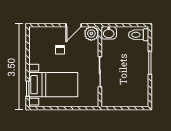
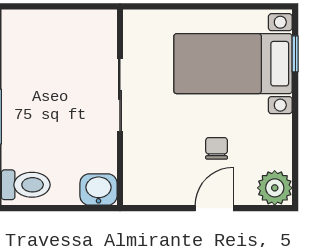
door: (74, 25) -> (214, 208), moved
plant: (91, 33) -> (275, 188), moved

